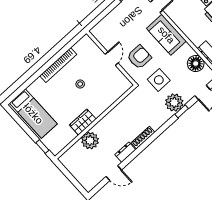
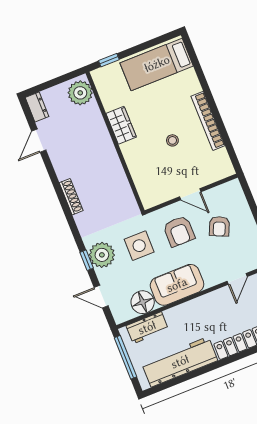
armchair: (126, 31) -> (219, 226), added
sofa: (166, 35) -> (177, 285), moved
plant: (90, 141) -> (80, 93), moved
dresser: (125, 152) -> (37, 107), moved

